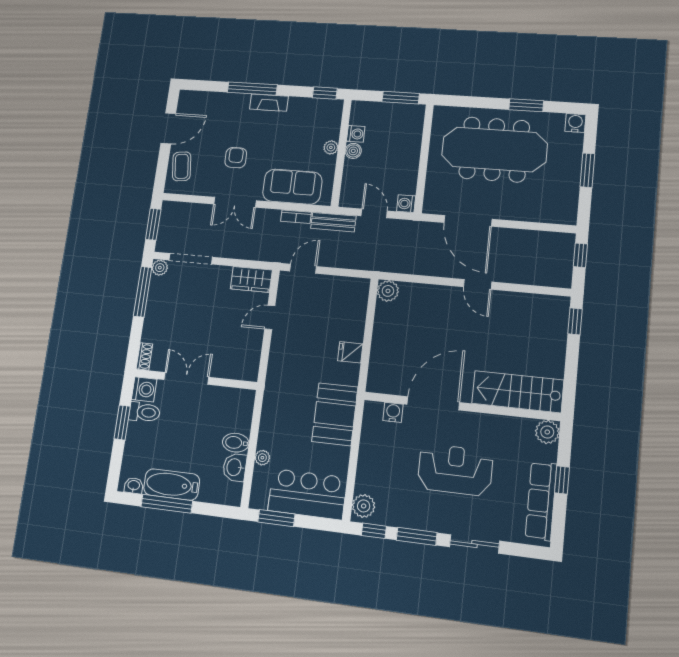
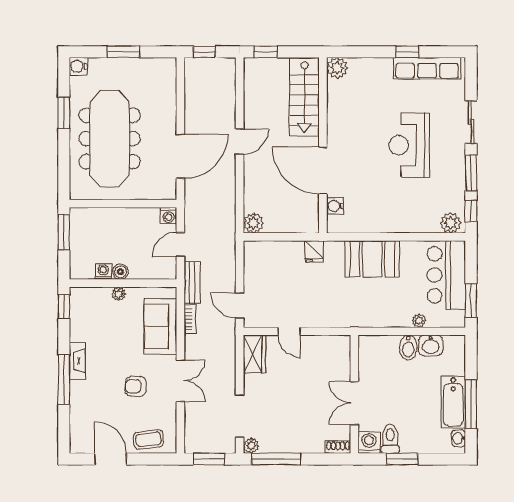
stairs: (518, 392) -> (304, 97), moved
door: (433, 403) -> (323, 171), moved
wall: (461, 406) -> (323, 145), moved
water cooler: (393, 412) -> (335, 206), moved
plant: (547, 432) -> (337, 68), moved

